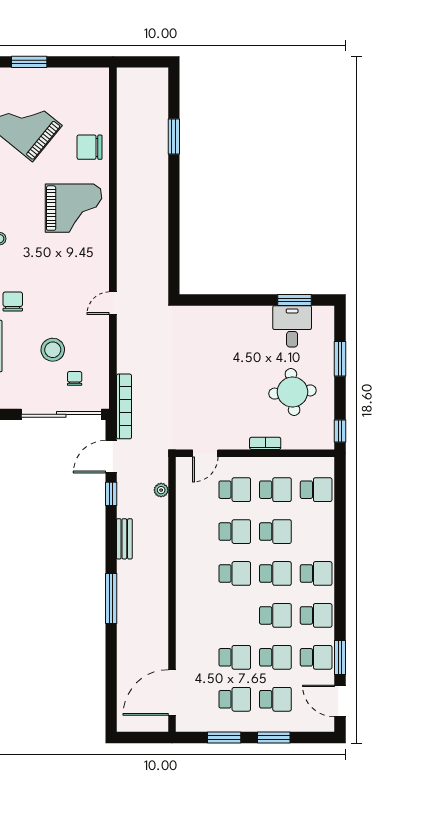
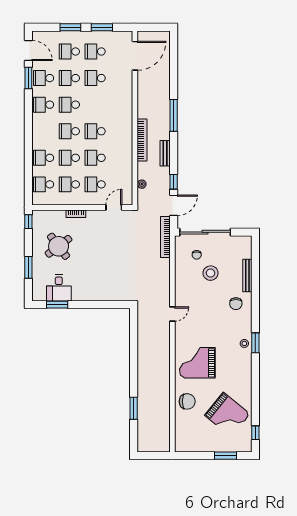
door: (113, 303) -> (172, 314), moved
round table: (292, 392) -> (59, 246), turned -32
bookcase: (161, 560) -> (142, 140), added
school desk: (316, 573) -> (44, 158), moved

